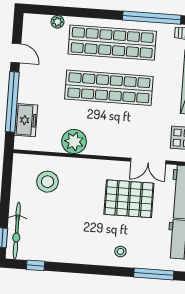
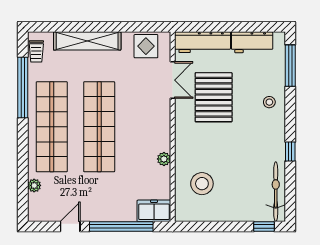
freezer: (26, 120) -> (154, 211), moved
plant: (74, 141) -> (164, 159), width x0.53, depth x0.53
bicycle: (17, 231) -> (276, 192), moved, turned -90
window: (35, 265) -> (290, 152), moved

